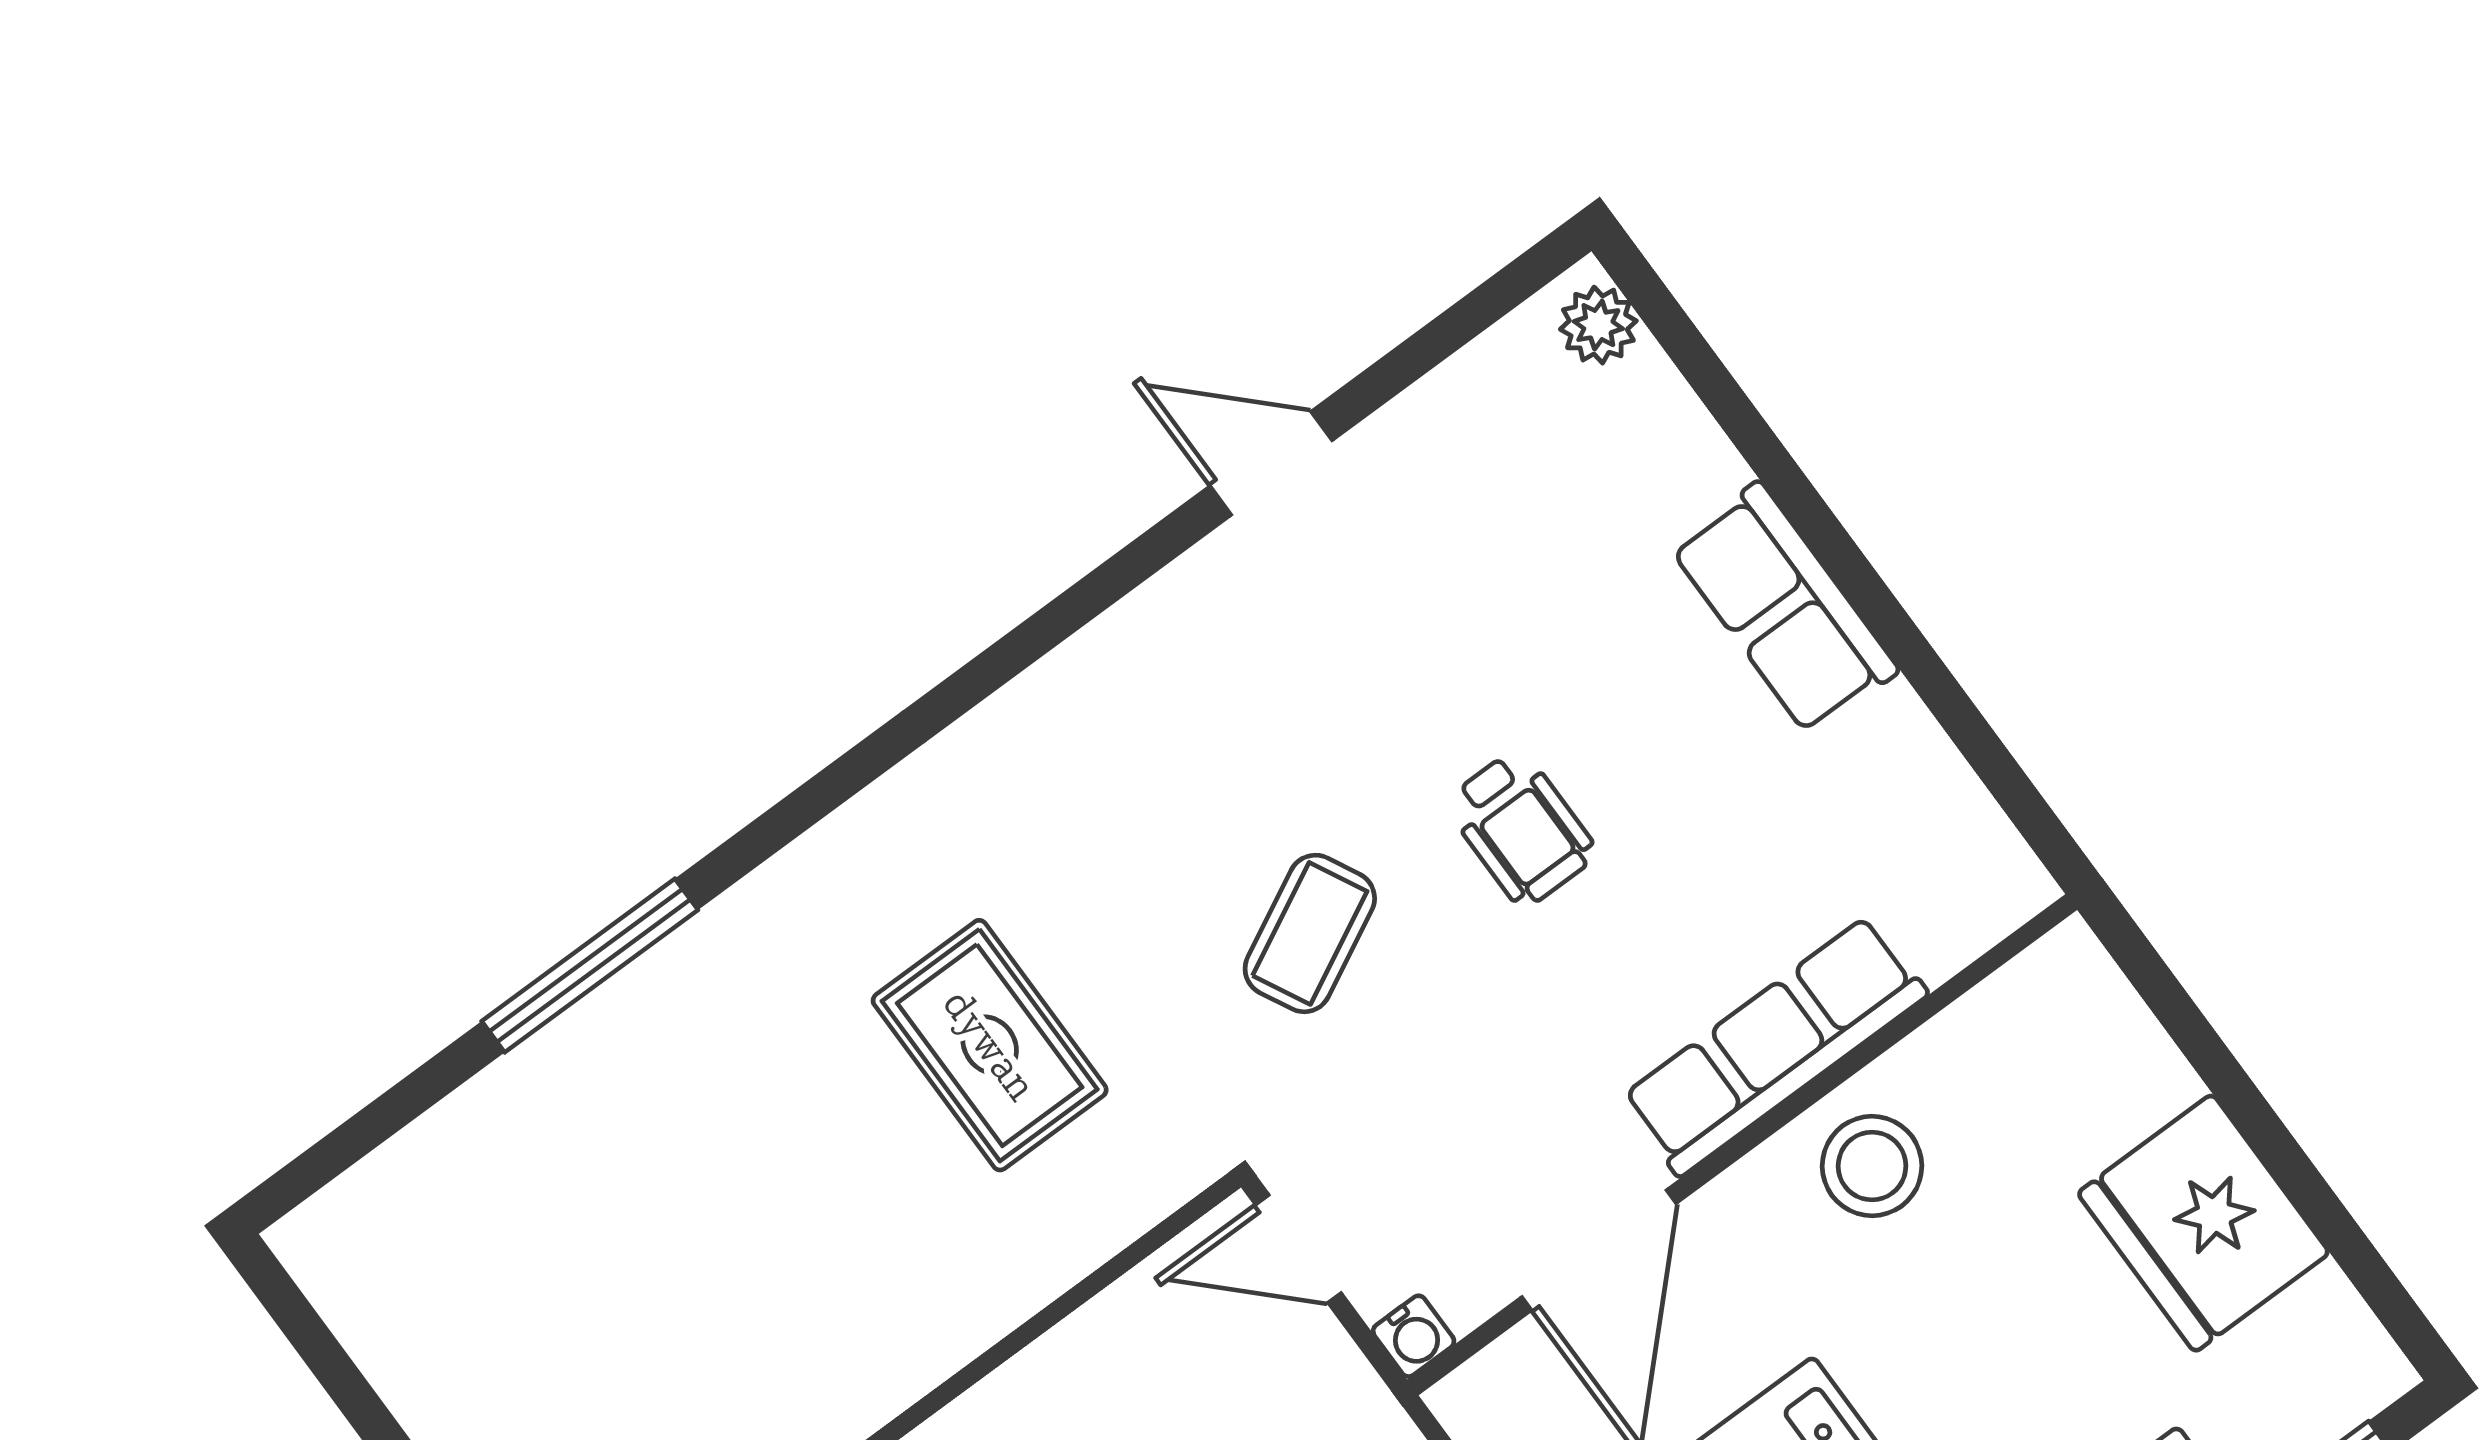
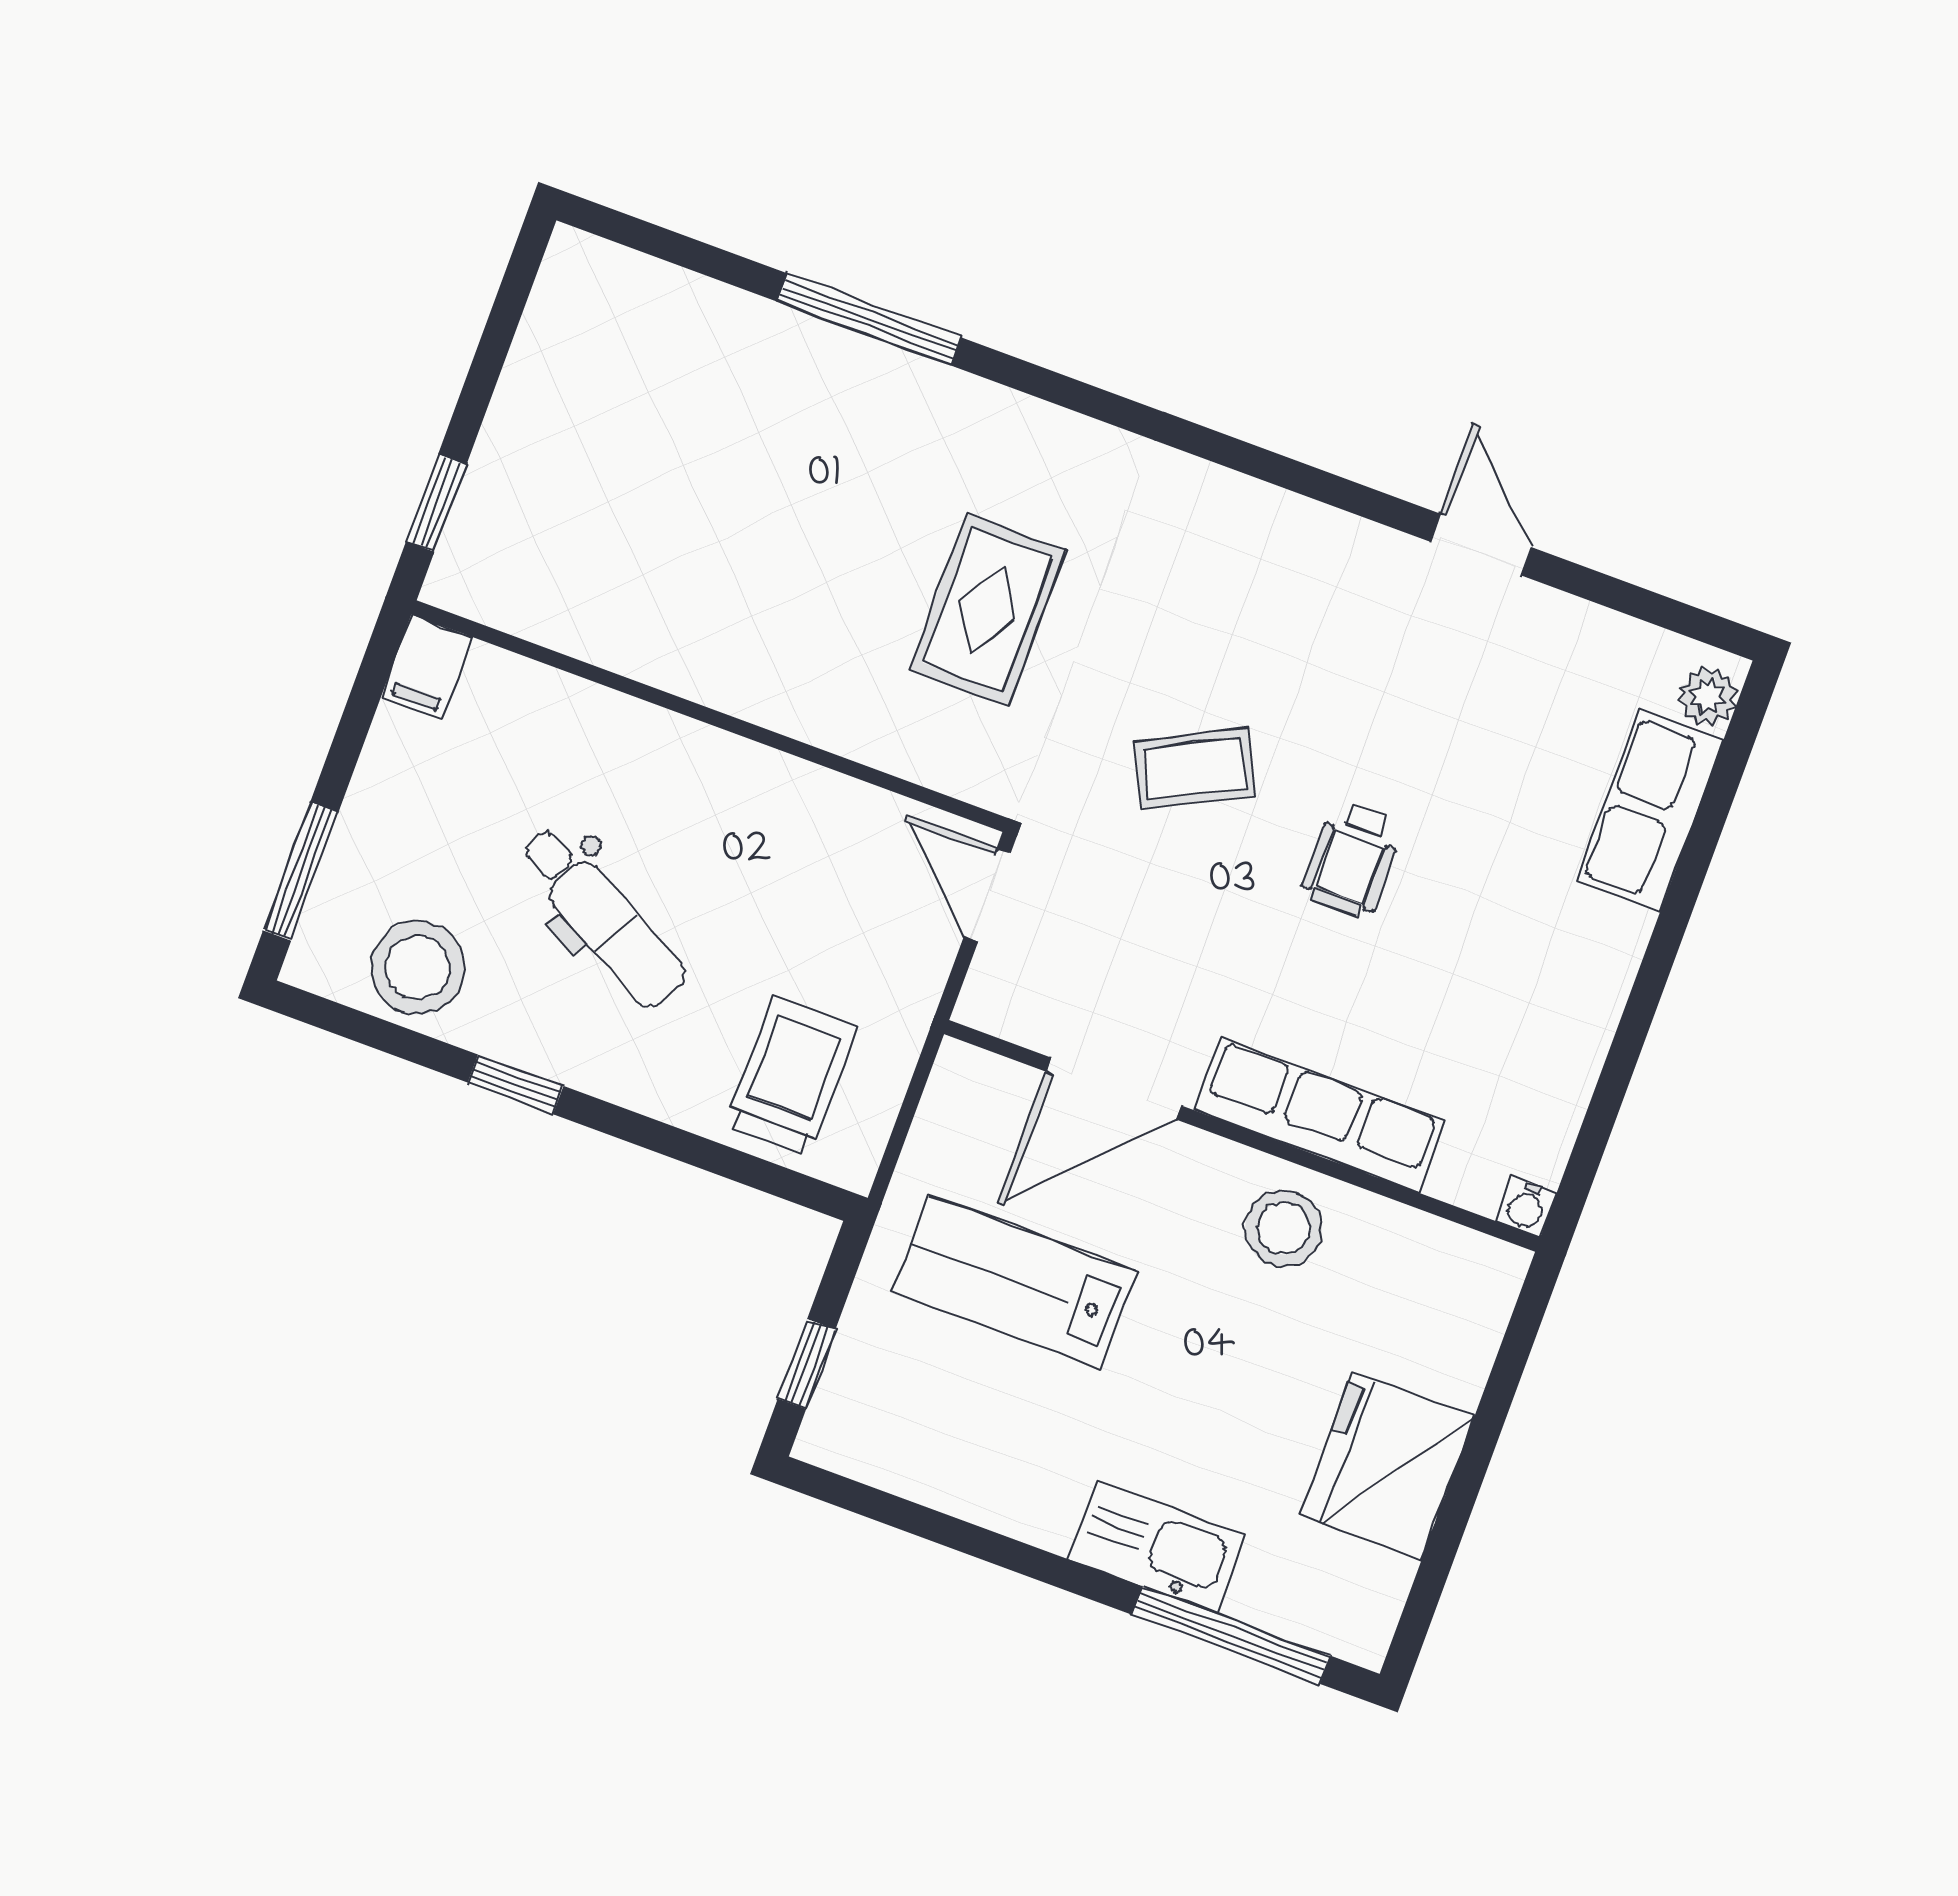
row of seats: (1784, 609) -> (1651, 811), moved
water cooler: (1414, 1336) -> (1526, 1207), moved

